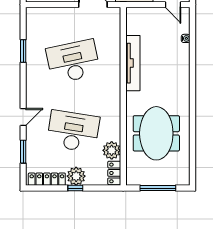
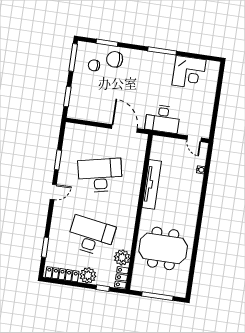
door: (23, 117) -> (53, 192), moved
meeting table: (156, 133) -> (163, 248), turned 90
window: (75, 188) -> (103, 288), moved

